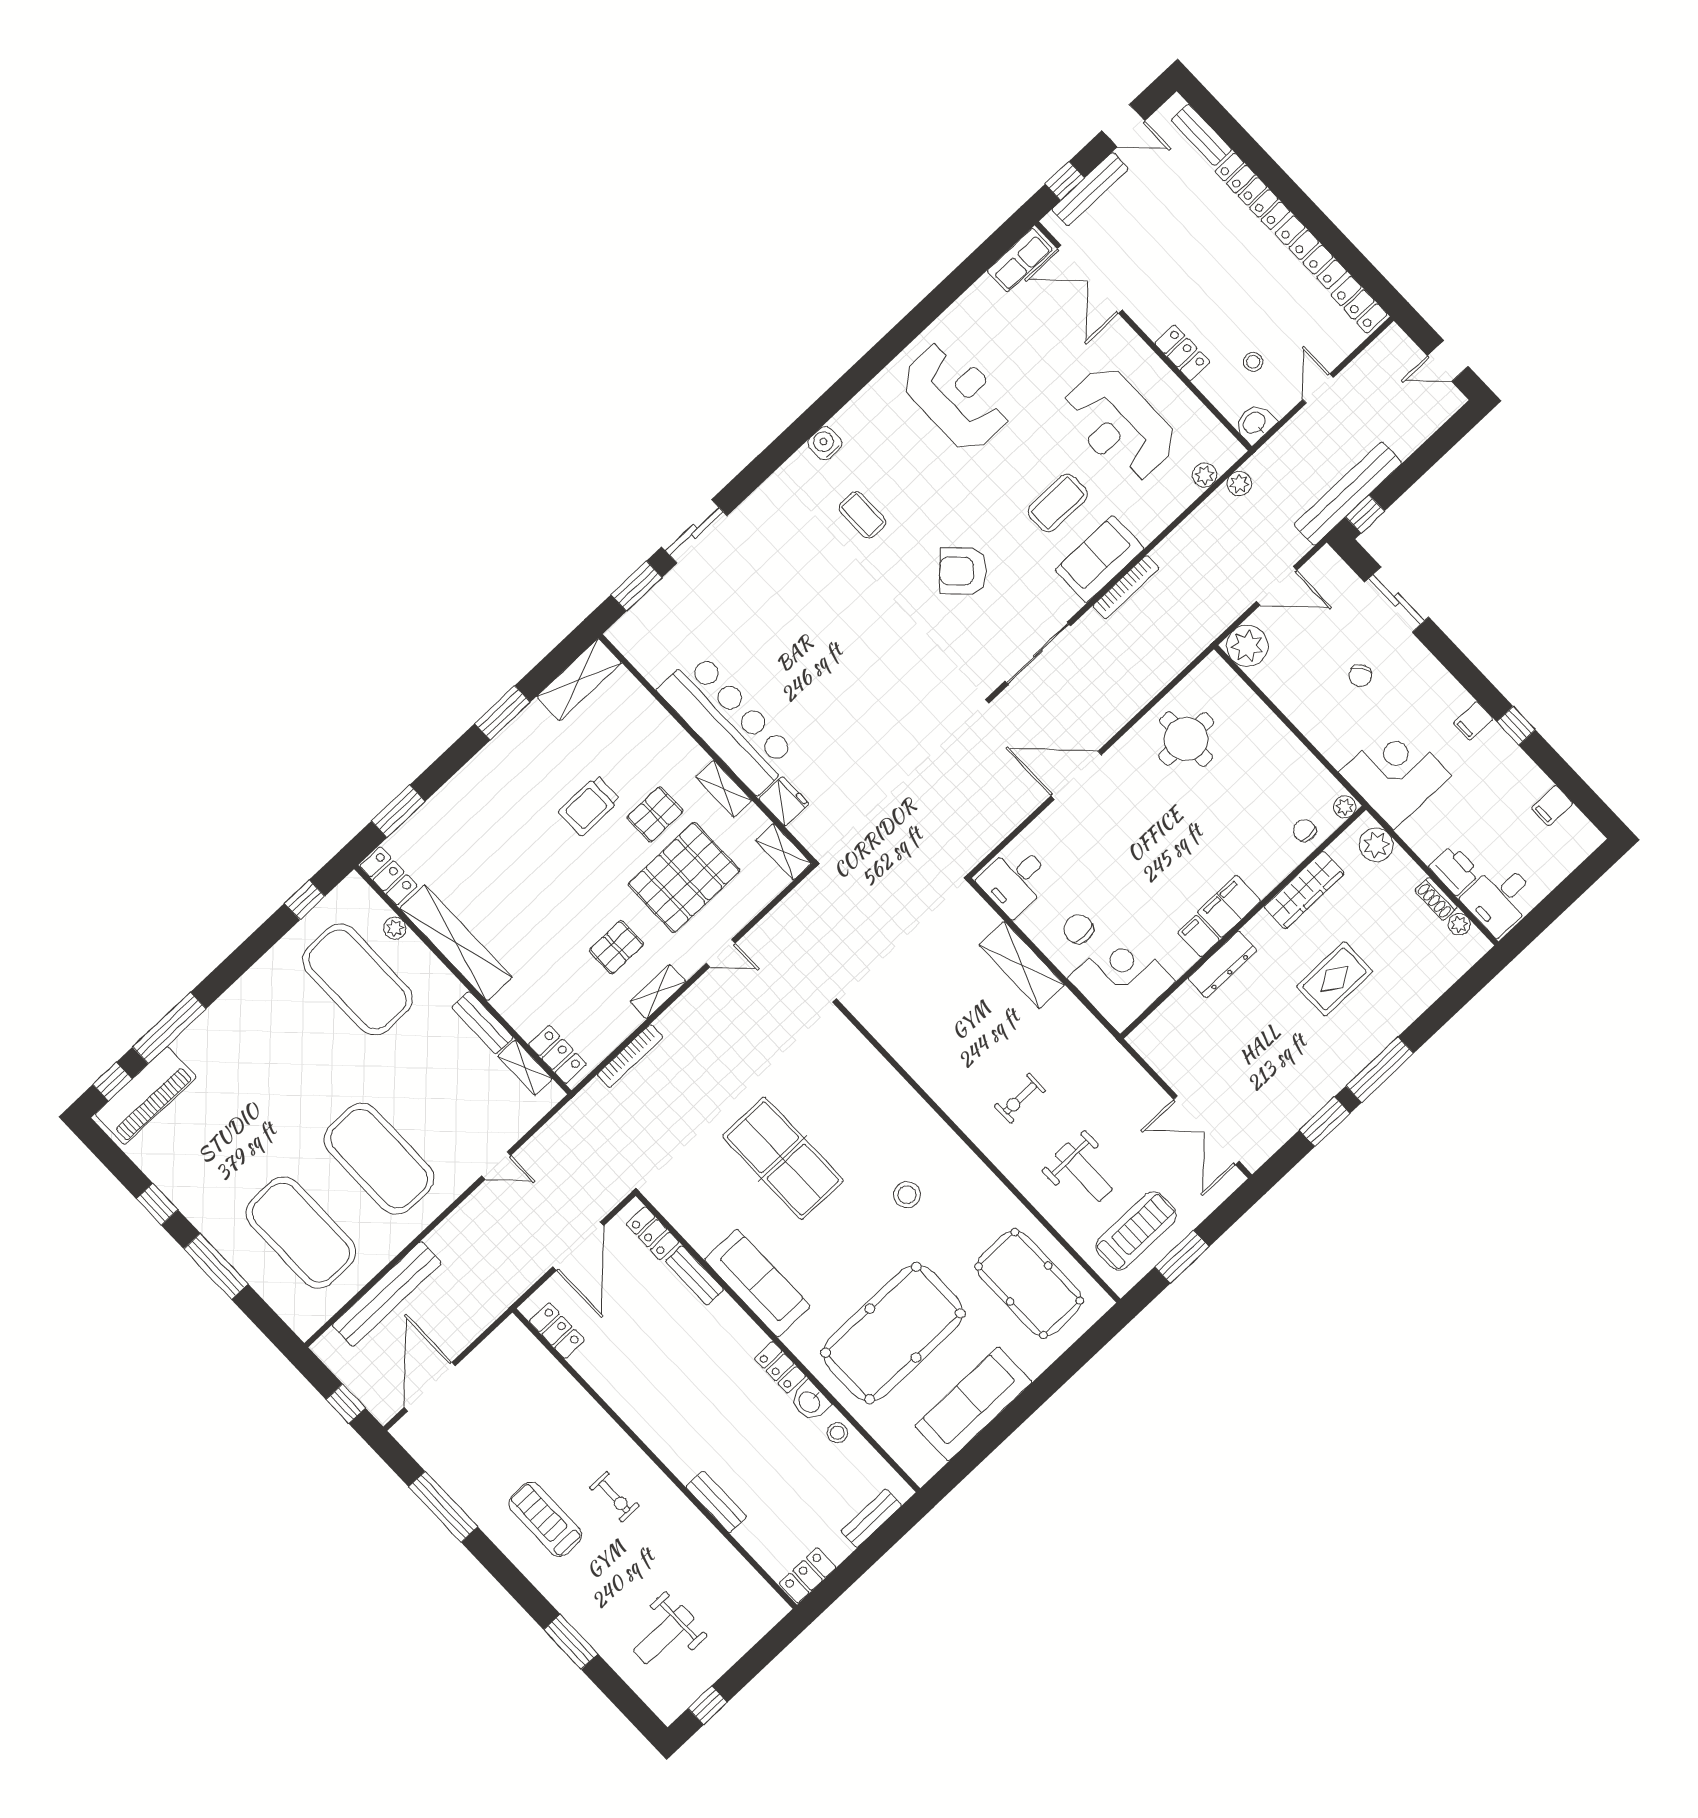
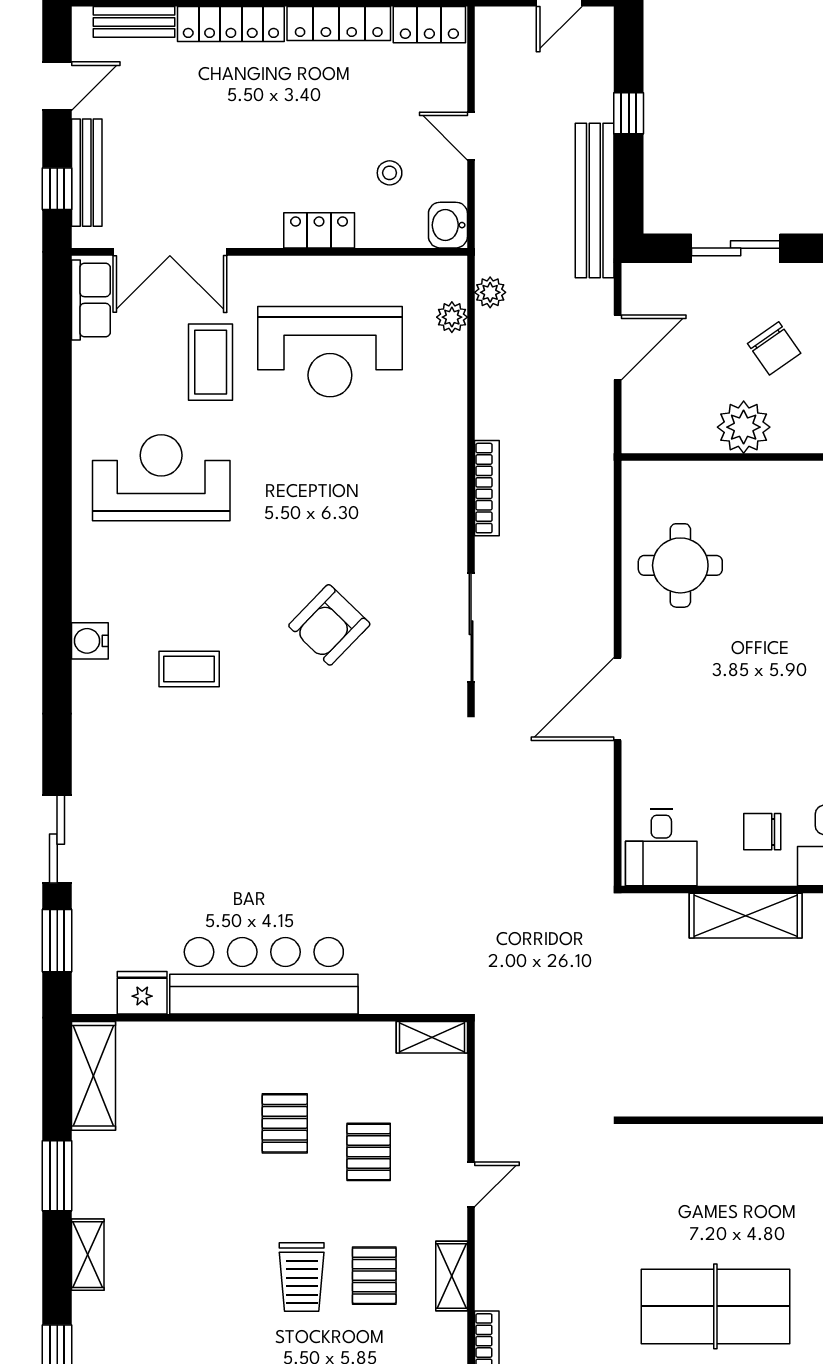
coffee table: (1058, 503) -> (211, 362), moved
window: (1365, 514) -> (629, 113), moved
sofa: (1100, 559) -> (438, 488), removed
plant: (1247, 646) -> (744, 427), moved
chair: (1360, 676) -> (774, 348), width x1.37, depth x1.37
shelving: (724, 789) -> (88, 1255), moved, turned 90
fridge: (784, 801) -> (142, 993), moved
trolley: (589, 806) -> (302, 1277), moved
pallet: (684, 878) -> (369, 1152), width x0.49, depth x0.50

